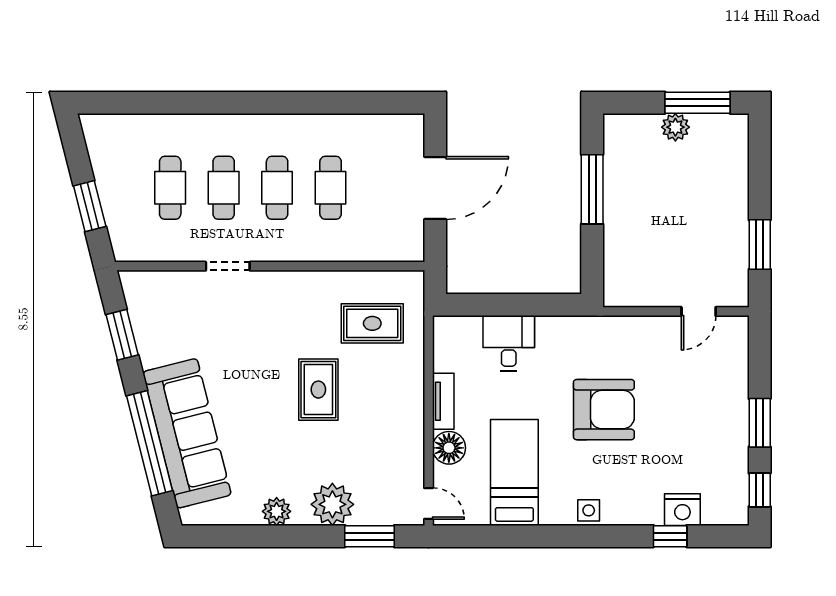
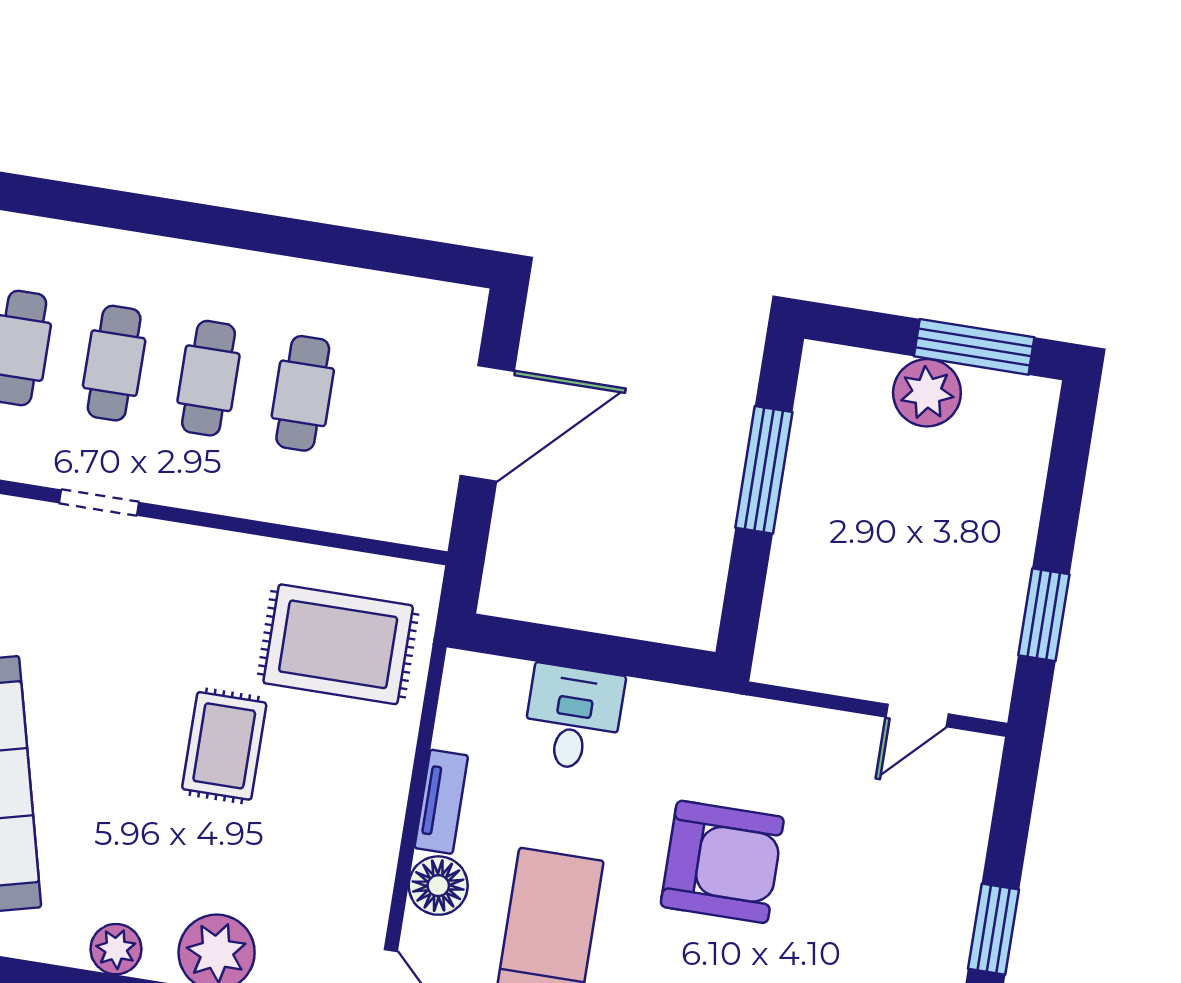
plant: (675, 127) -> (927, 393), width x1.36, depth x1.36
rug: (372, 323) -> (338, 644), width x1.36, depth x1.43

